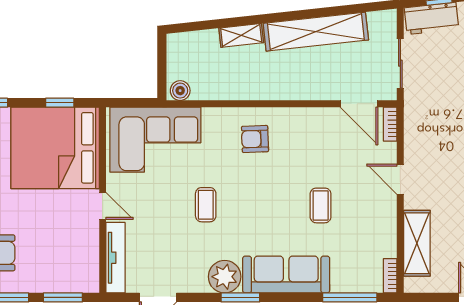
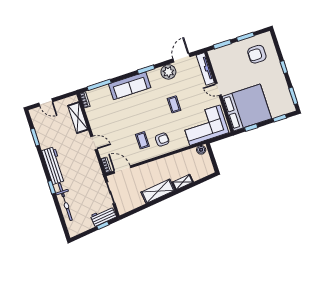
shelving: (316, 32) -> (158, 191), width x0.68
coffee table: (321, 205) -> (142, 140), moved
plant: (225, 277) -> (168, 72), moved

